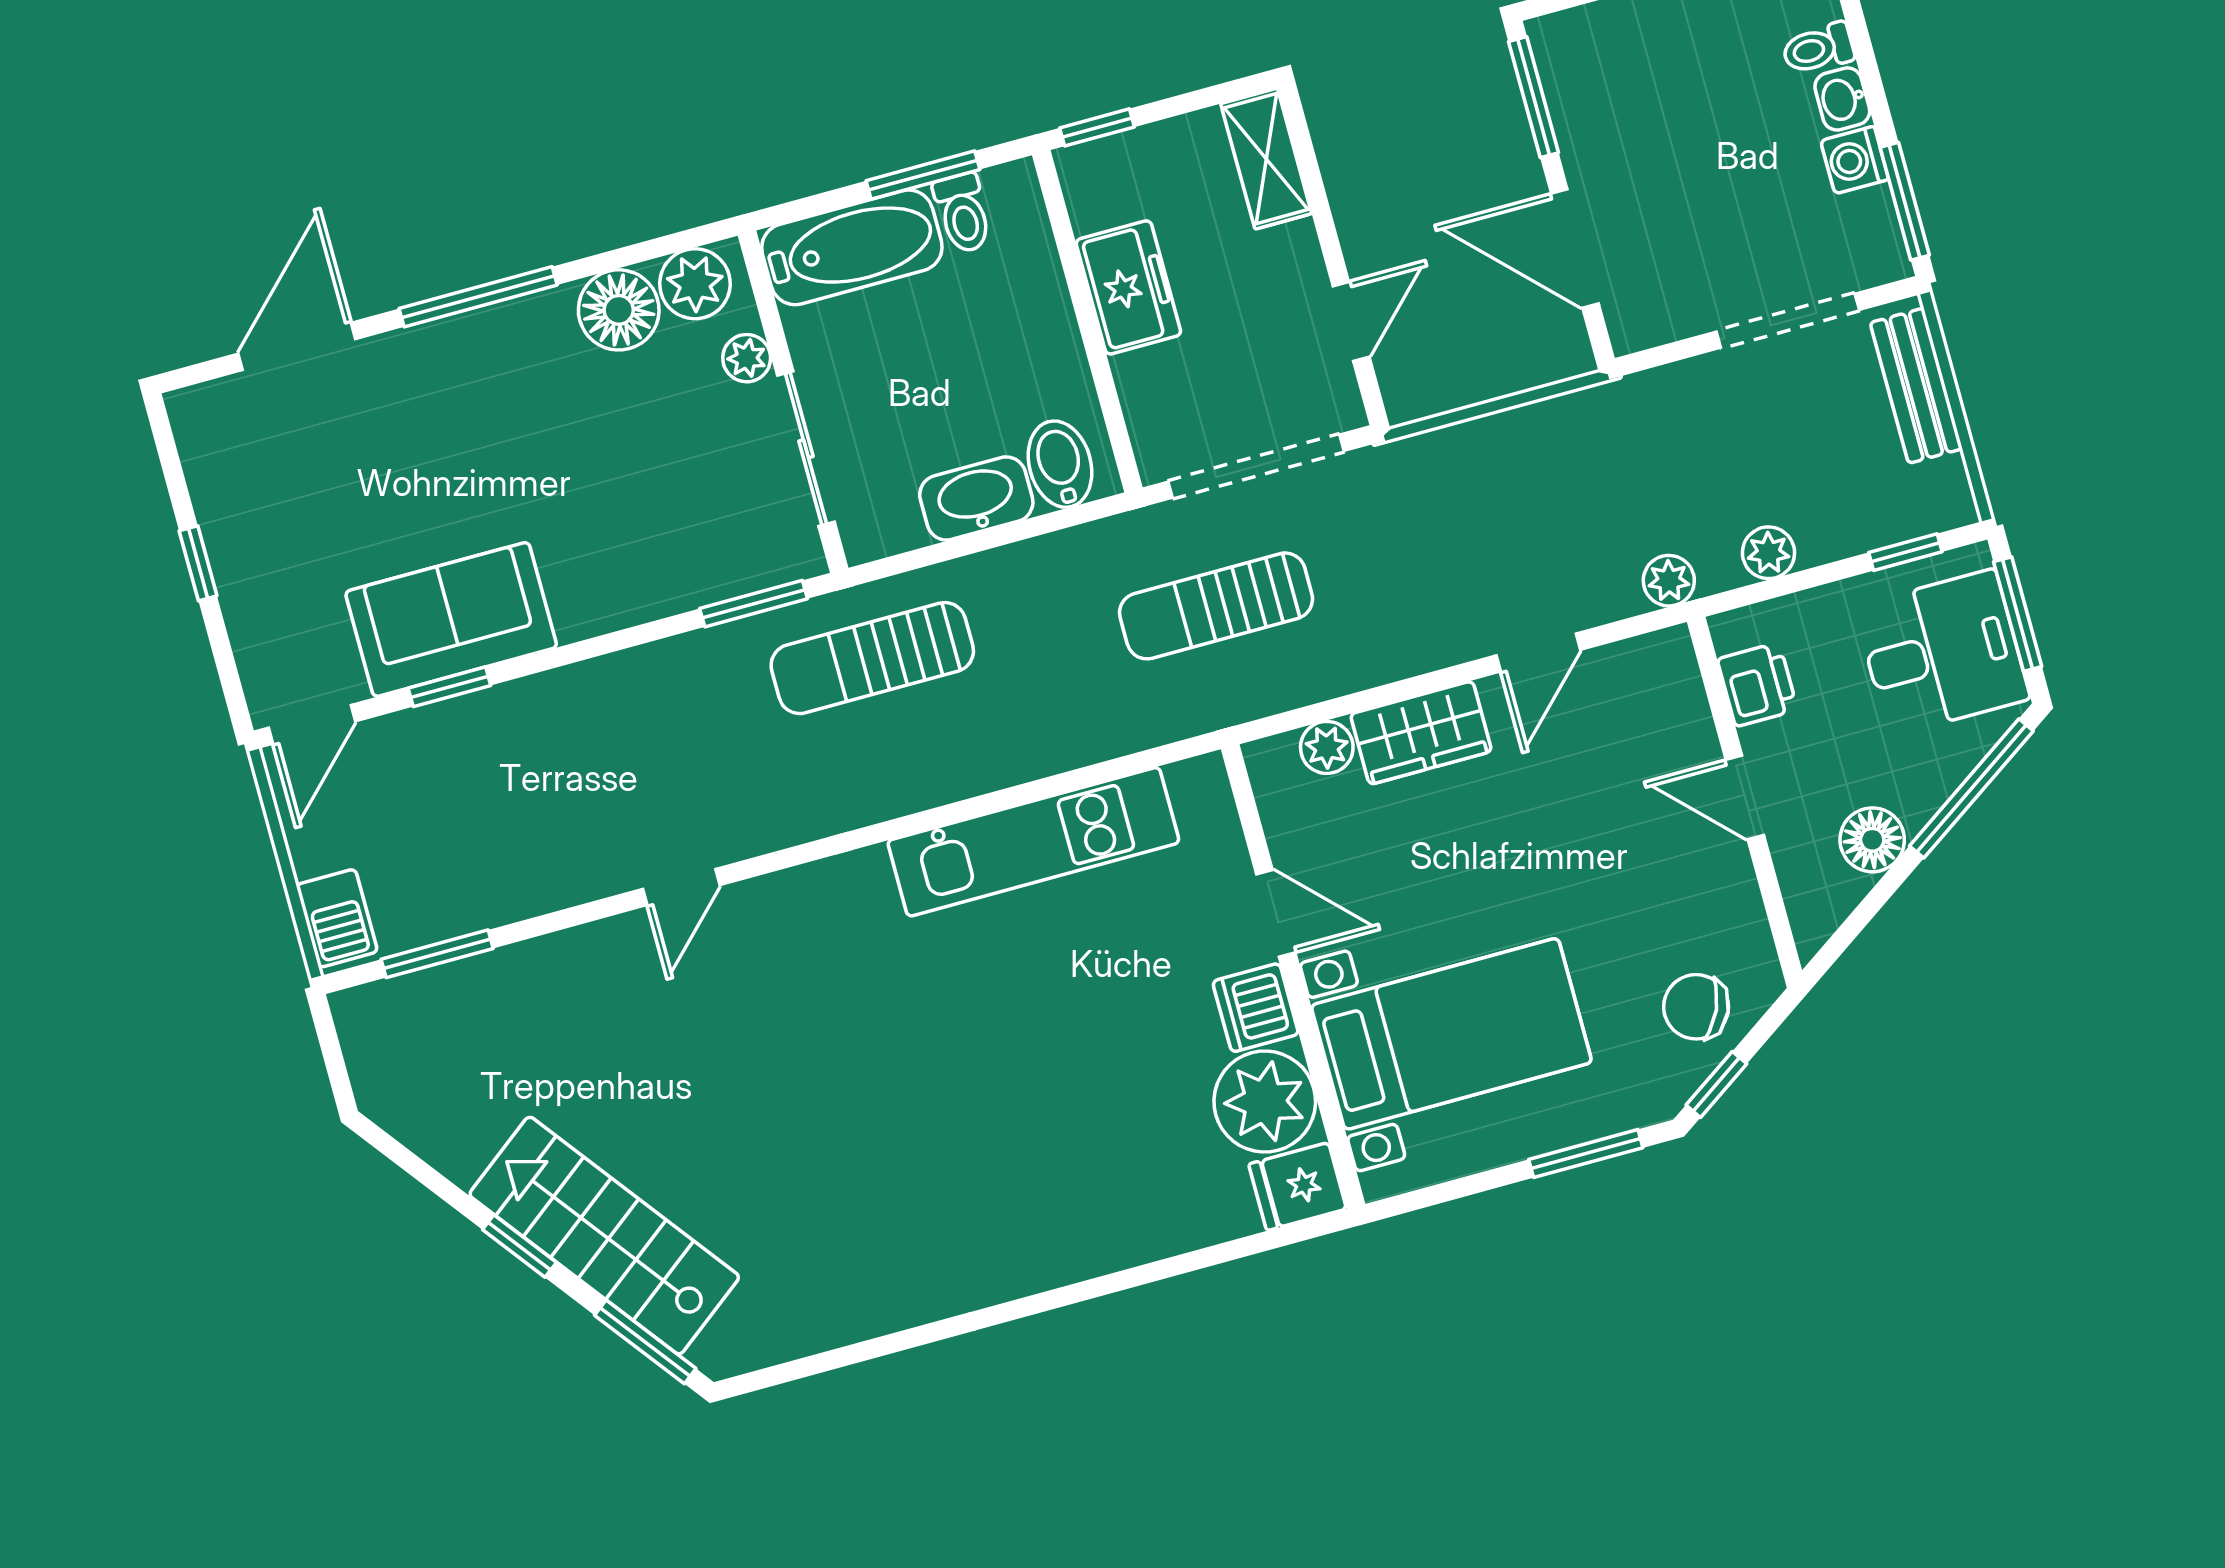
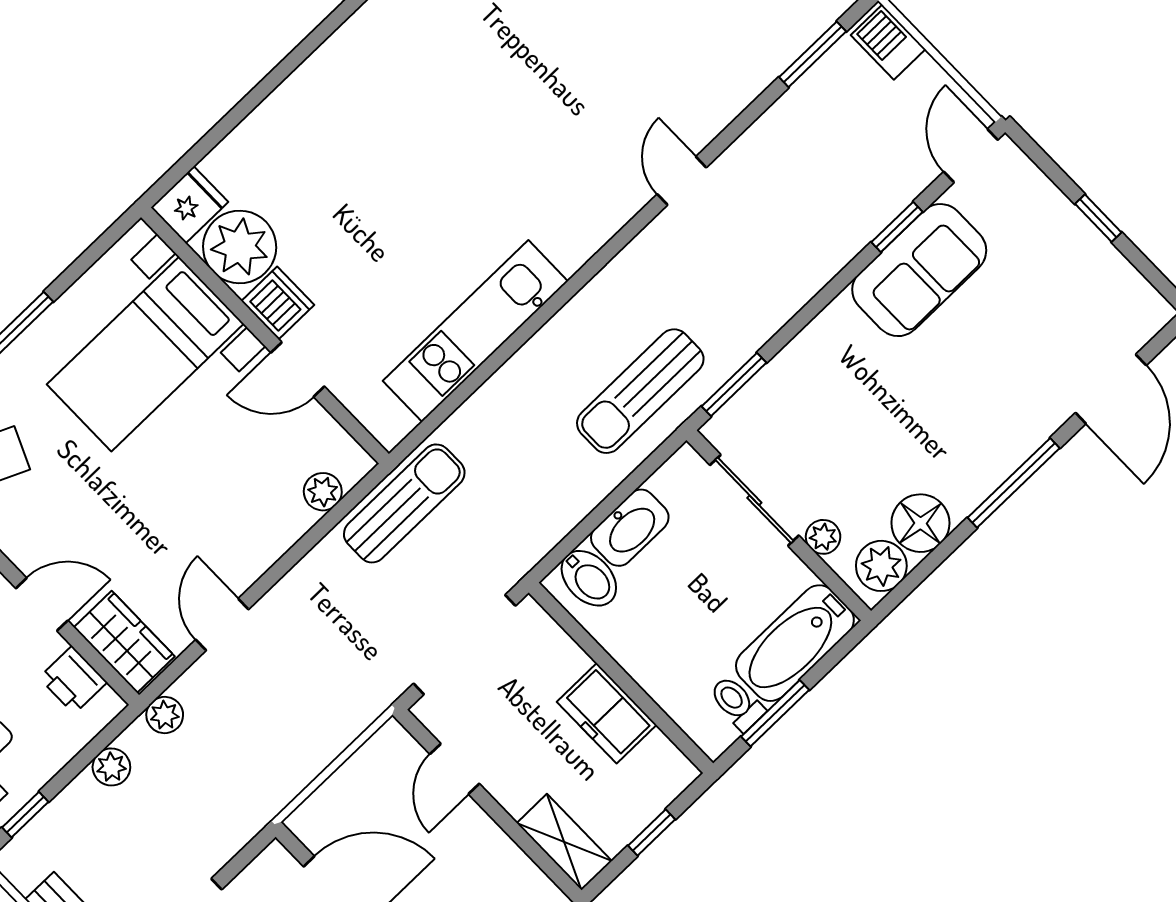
window: (1097, 127) -> (652, 833), moved
sun lounger: (1216, 606) -> (404, 503), moved
sun lounger: (872, 658) -> (640, 391), turned 180
wardrobe: (1421, 733) -> (124, 642), moved, turned 90

